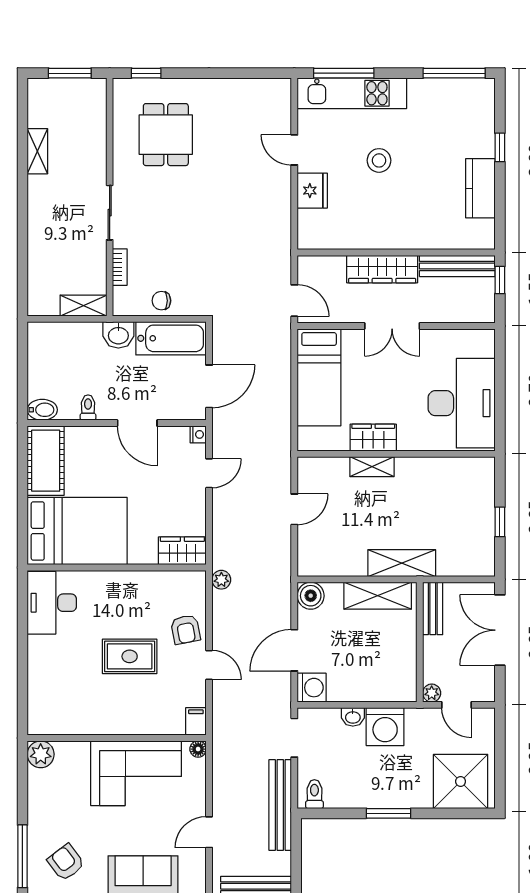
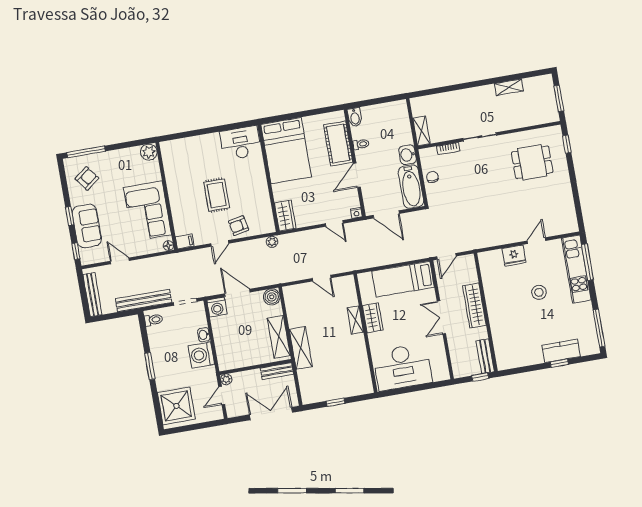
kitchen counter: (480, 188) -> (561, 351), moved
bench: (457, 266) -> (485, 356), width x0.73
cot: (46, 461) -> (338, 144), moved, turned 90

